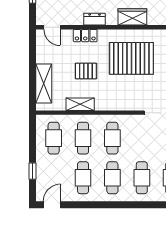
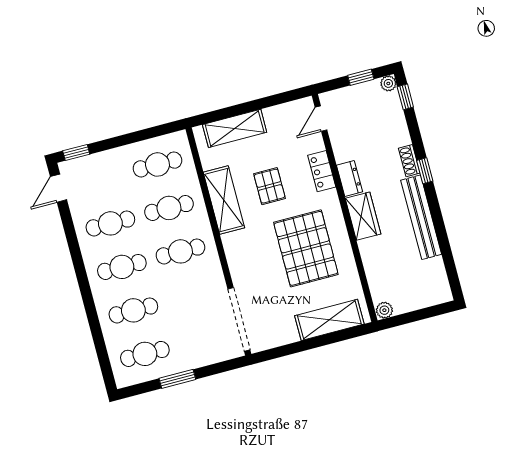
wardrobe: (132, 17) -> (363, 216), moved
shelving: (80, 104) -> (224, 200), width x1.50, depth x1.33
window: (32, 171) -> (76, 152), moved
door: (52, 205) -> (58, 188), swing flipped

